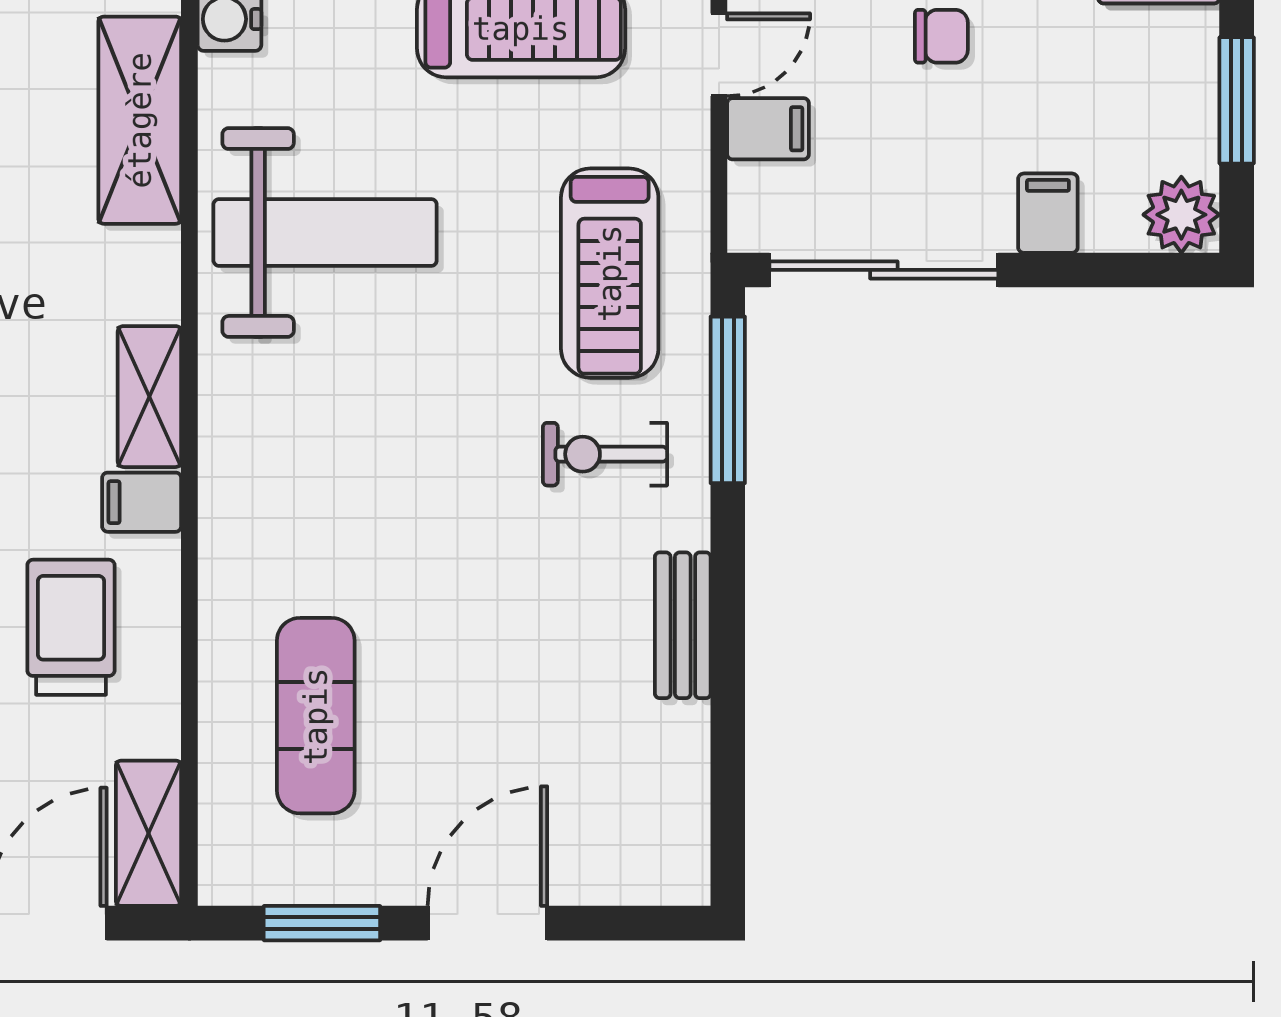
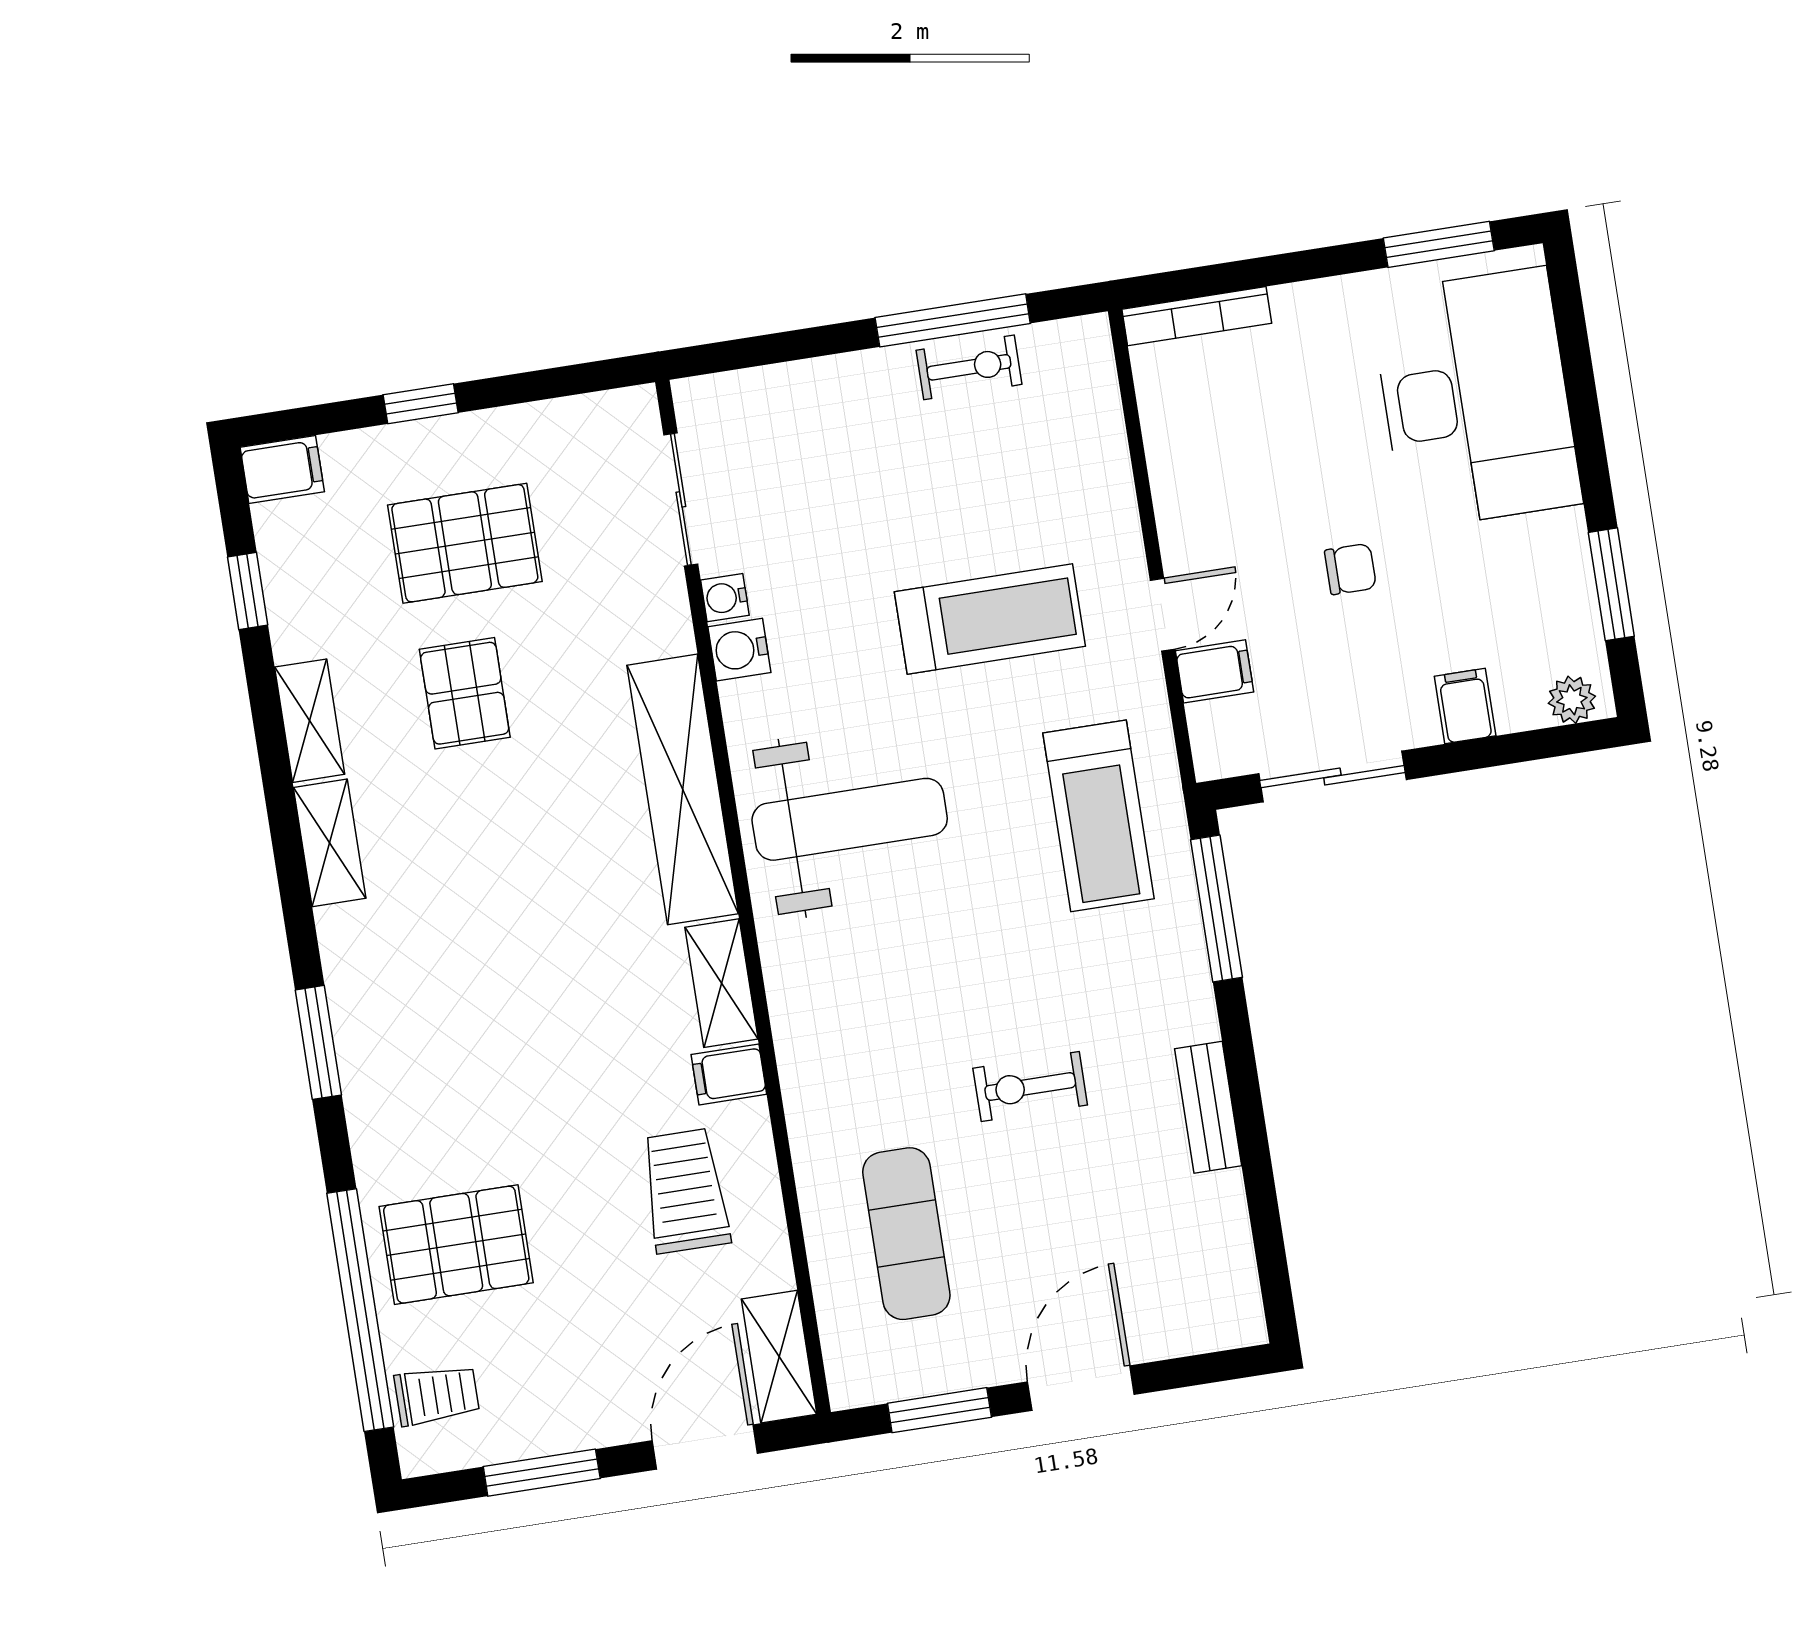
shelving: (140, 120) -> (683, 789), width x1.47
plant: (1181, 215) -> (1572, 700), width x0.73, depth x0.73
sliding door: (884, 270) -> (1332, 777), width x0.73
exercise bike: (605, 454) -> (1030, 1087), moved

